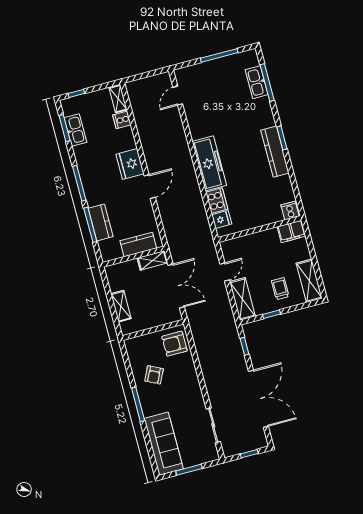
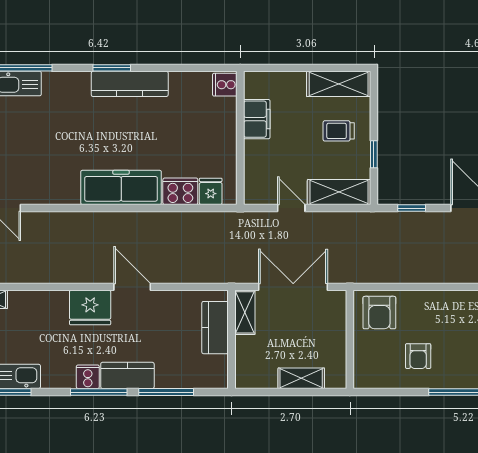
cooker: (122, 120) -> (88, 377), moved, turned 180
kitchen counter: (101, 222) -> (127, 375), moved
filing cabinet: (291, 231) -> (257, 119), moved
armchair: (154, 375) -> (418, 356), turned 64

